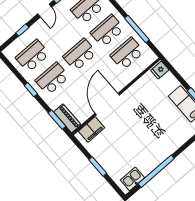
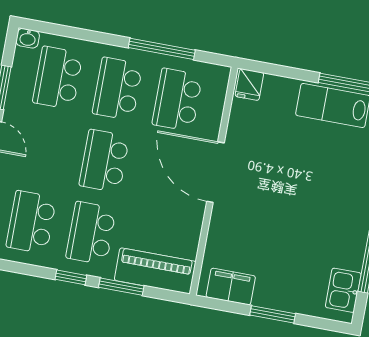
door: (107, 104) -> (215, 172), moved
piano: (67, 118) -> (155, 271), width x1.37, depth x1.33
window: (57, 120) -> (121, 287), moved
filing cabinet: (92, 129) -> (231, 287), moved, turned -90

